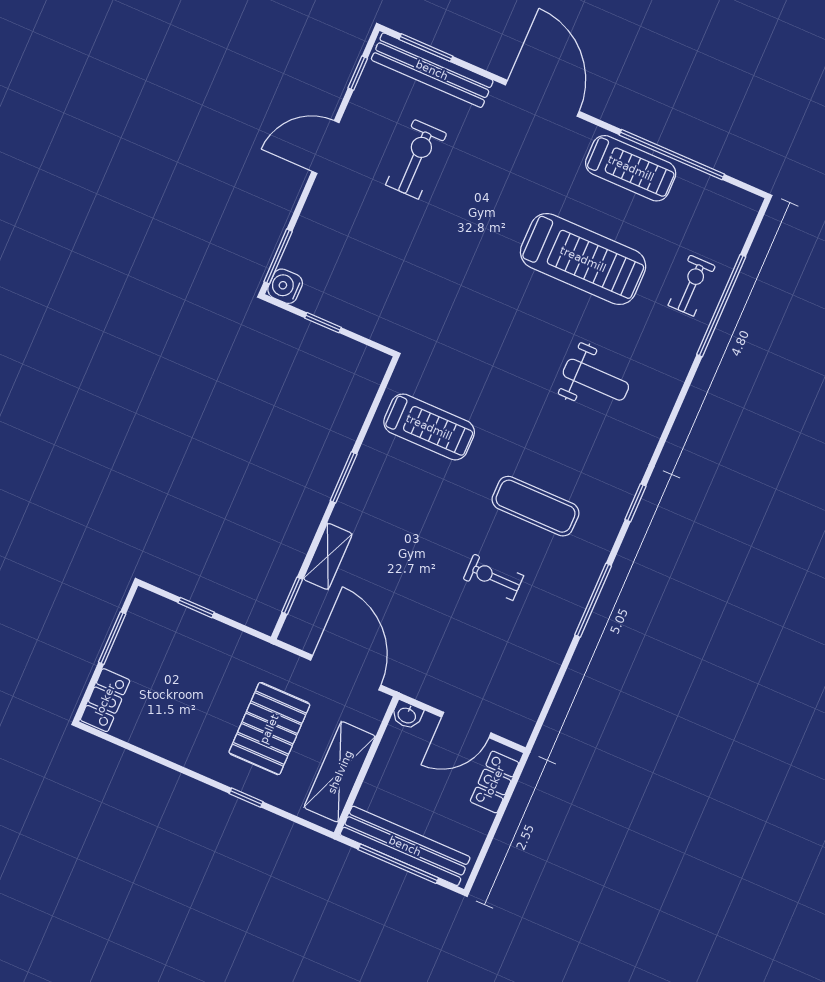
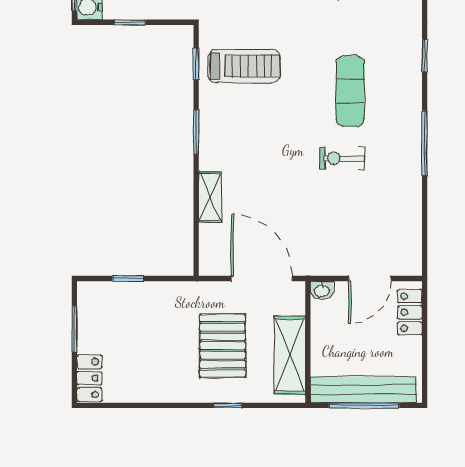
exercise mat: (536, 506) -> (350, 91), turned 90
window: (292, 596) -> (196, 64), moved

